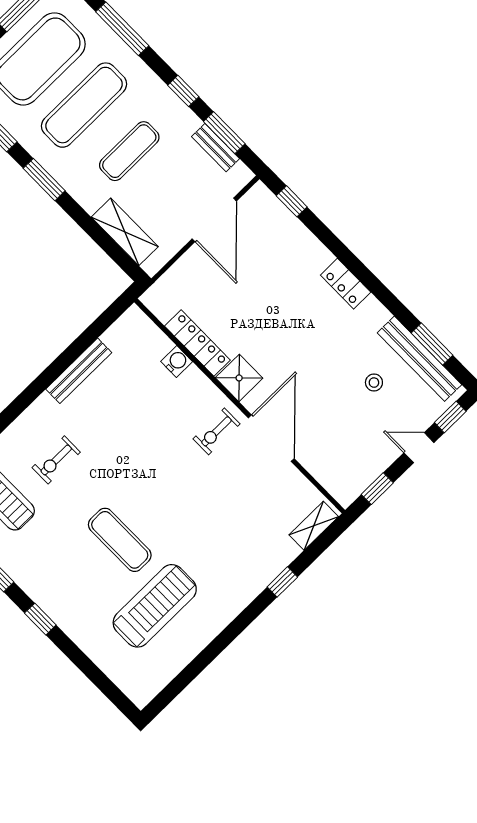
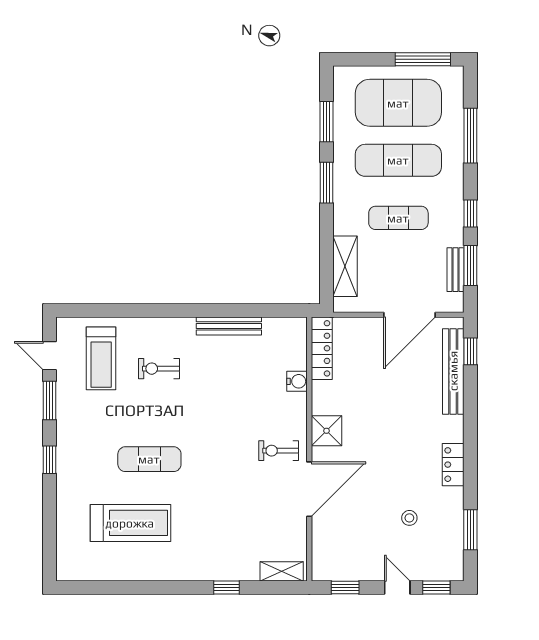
locker: (346, 284) -> (453, 465), moved
locker: (197, 343) -> (322, 348), moved
bench: (419, 359) -> (453, 371), moved
exercise mat: (120, 540) -> (149, 459), turned 90

